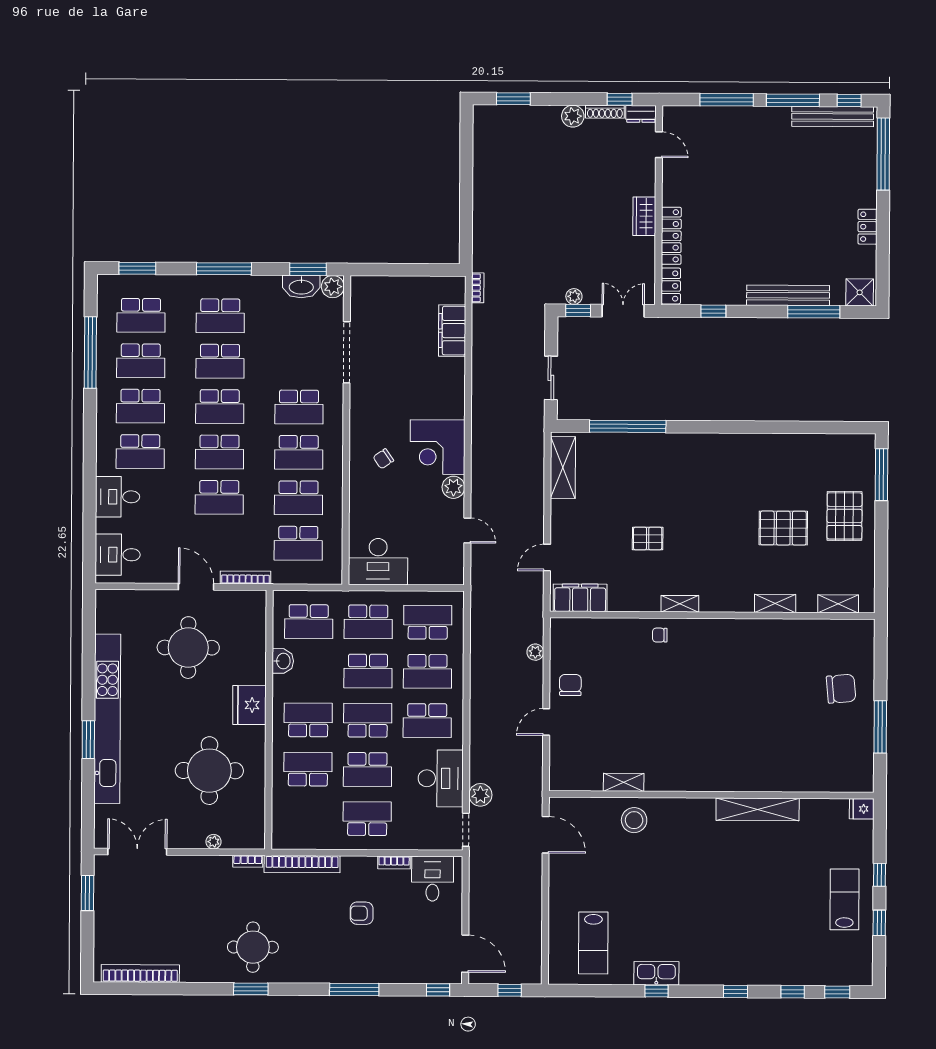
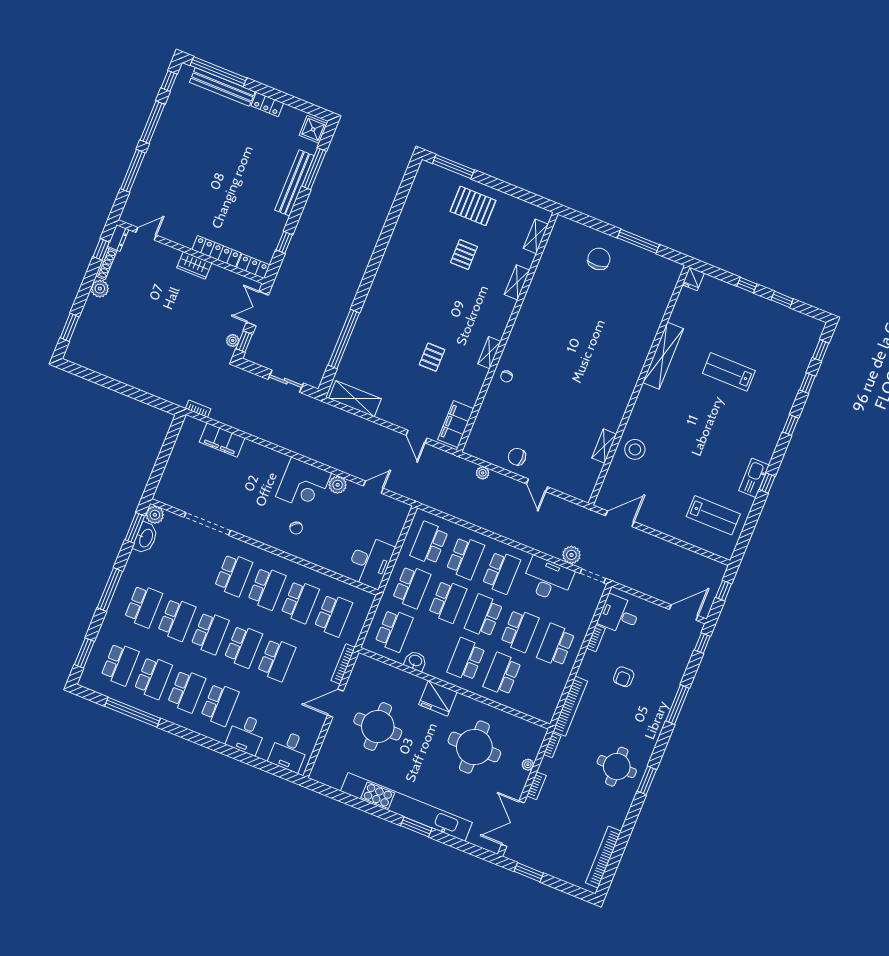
bench: (833, 117) -> (222, 87), moved, turned 90
pallet: (783, 528) -> (464, 254), width x0.67, depth x0.71
bookcase: (193, 862) -> (536, 786), added
lab bench: (844, 899) -> (729, 372), moved

